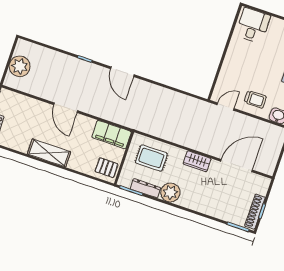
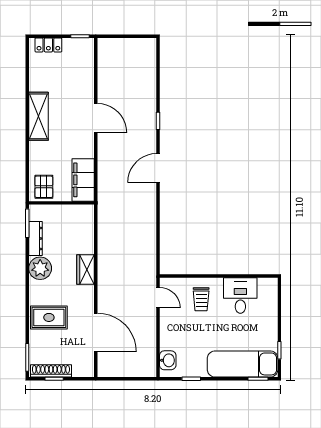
desk: (253, 25) -> (240, 295), moved, turned -90
plant: (20, 66) -> (125, 50), removed
trolley: (255, 99) -> (201, 299), moved
door: (66, 108) -> (96, 118), swing flipped
rug: (151, 158) -> (49, 317), moved, turned 90
wardrobe: (197, 161) -> (86, 270), moved

